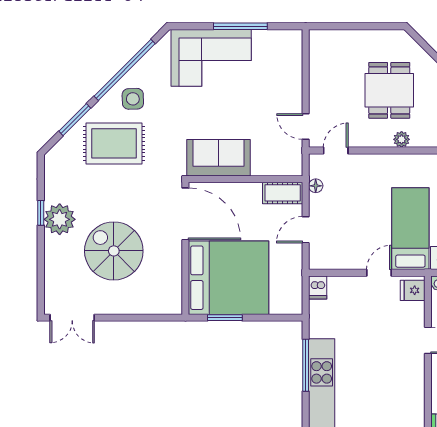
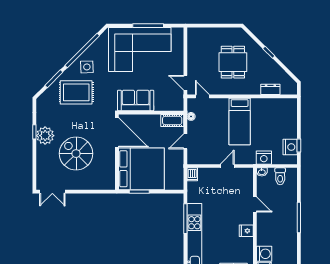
corner sofa: (211, 58) -> (140, 49), width x1.36, depth x1.36
plant: (402, 139) -> (240, 90), removed
door: (336, 151) -> (202, 96), hinge flipped
bed: (410, 229) -> (240, 121), moved, turned 180
fridge: (413, 290) -> (246, 231), moved

